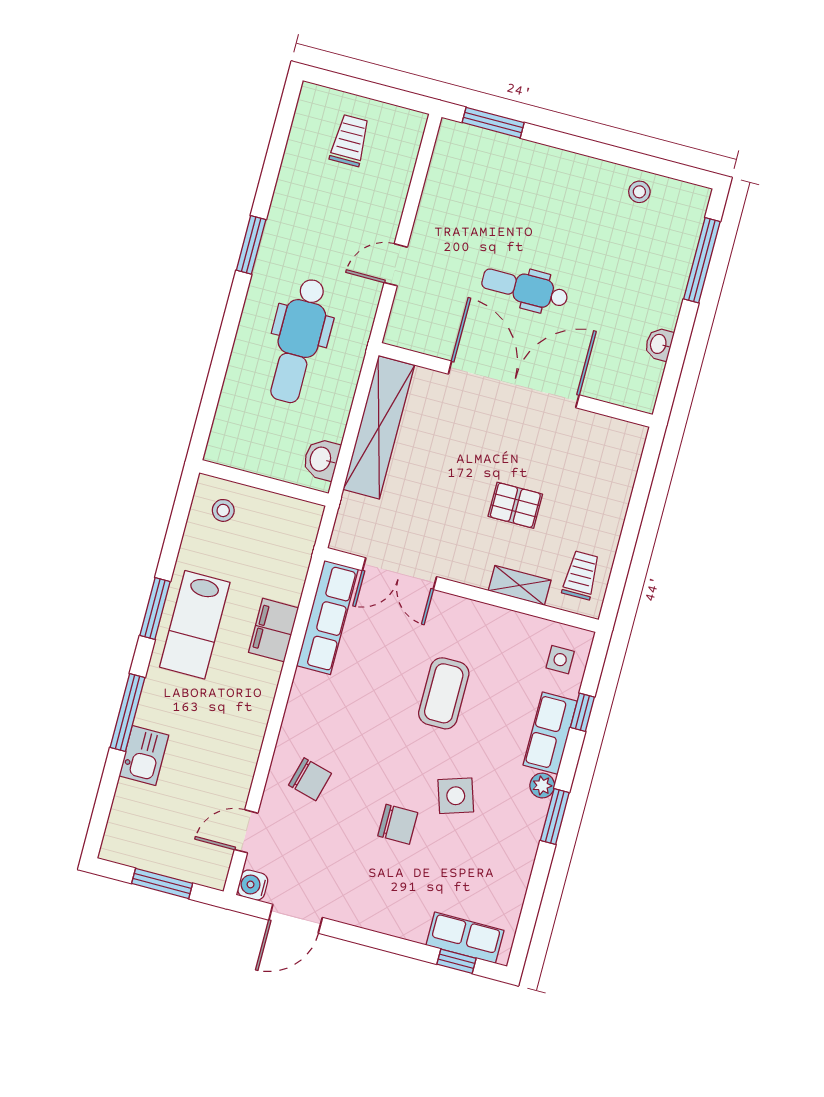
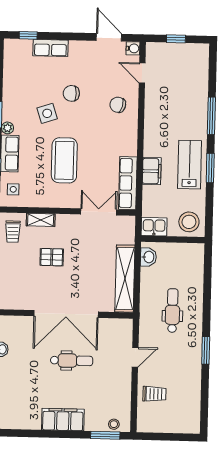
trolley: (350, 140) -> (154, 394), moved, turned -90
filing cabinet: (571, 174) -> (63, 420), added
stool: (639, 192) -> (114, 424), moved
dental chair: (299, 341) -> (172, 311), width x0.73, depth x0.72
stool: (223, 510) -> (189, 222), width x1.89, depth x1.89
coffee table: (444, 693) -> (64, 160), width x1.36, depth x1.32
kitchen sink: (144, 755) -> (154, 227), moved, turned 90
door: (246, 831) -> (142, 73), swing flipped
window: (162, 883) -> (176, 39), width x0.67
door: (296, 919) -> (109, 37), hinge flipped
row of seats: (465, 938) -> (50, 48), moved

